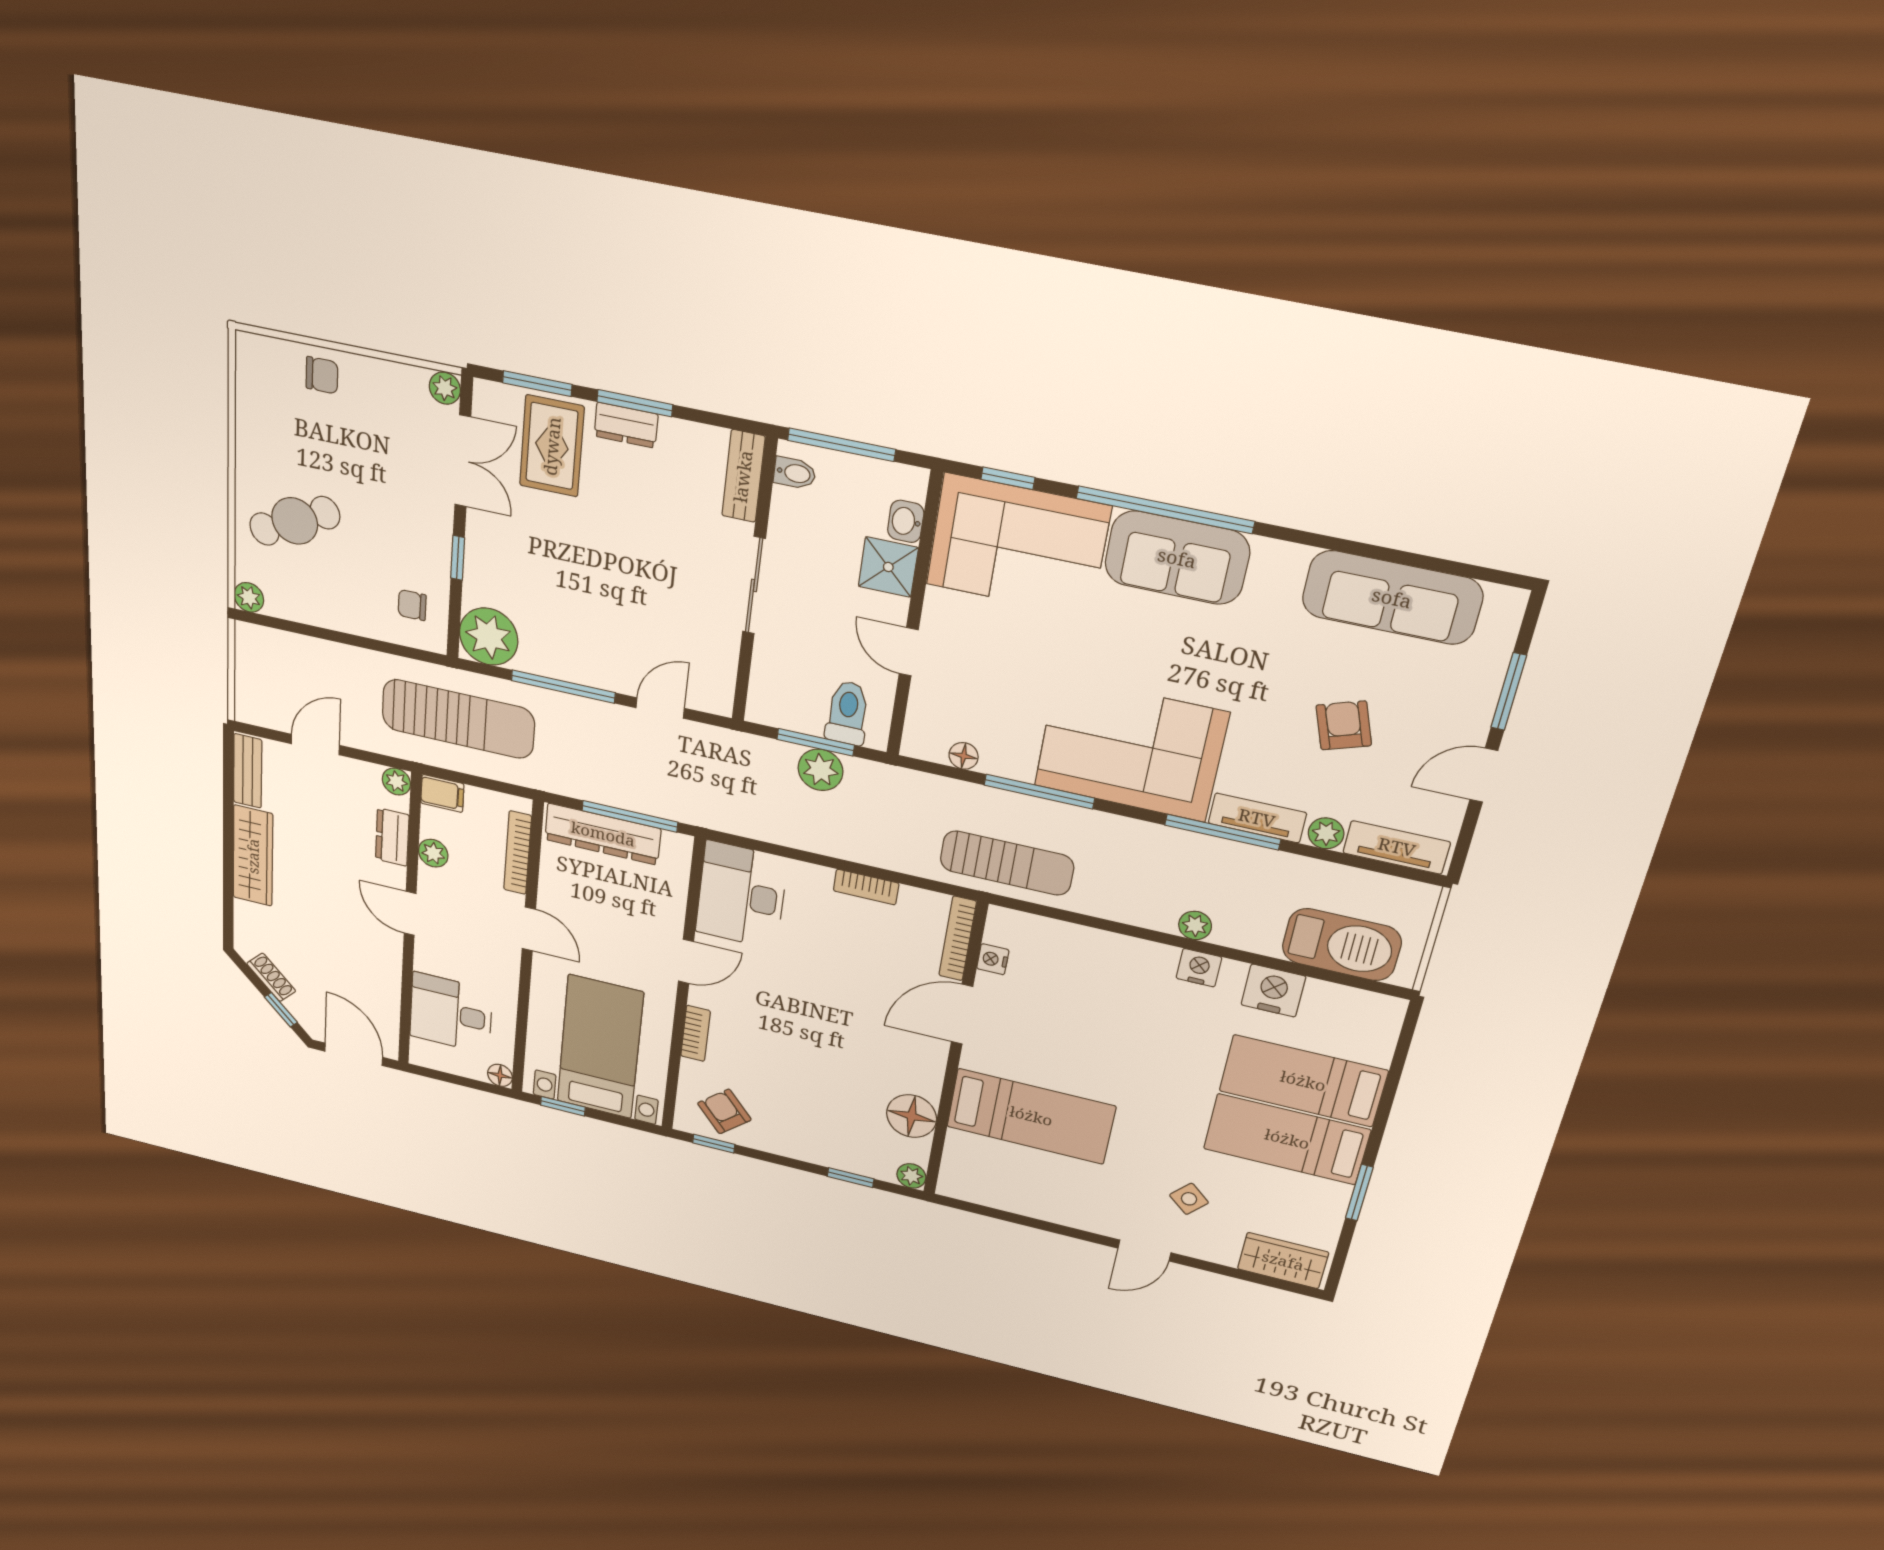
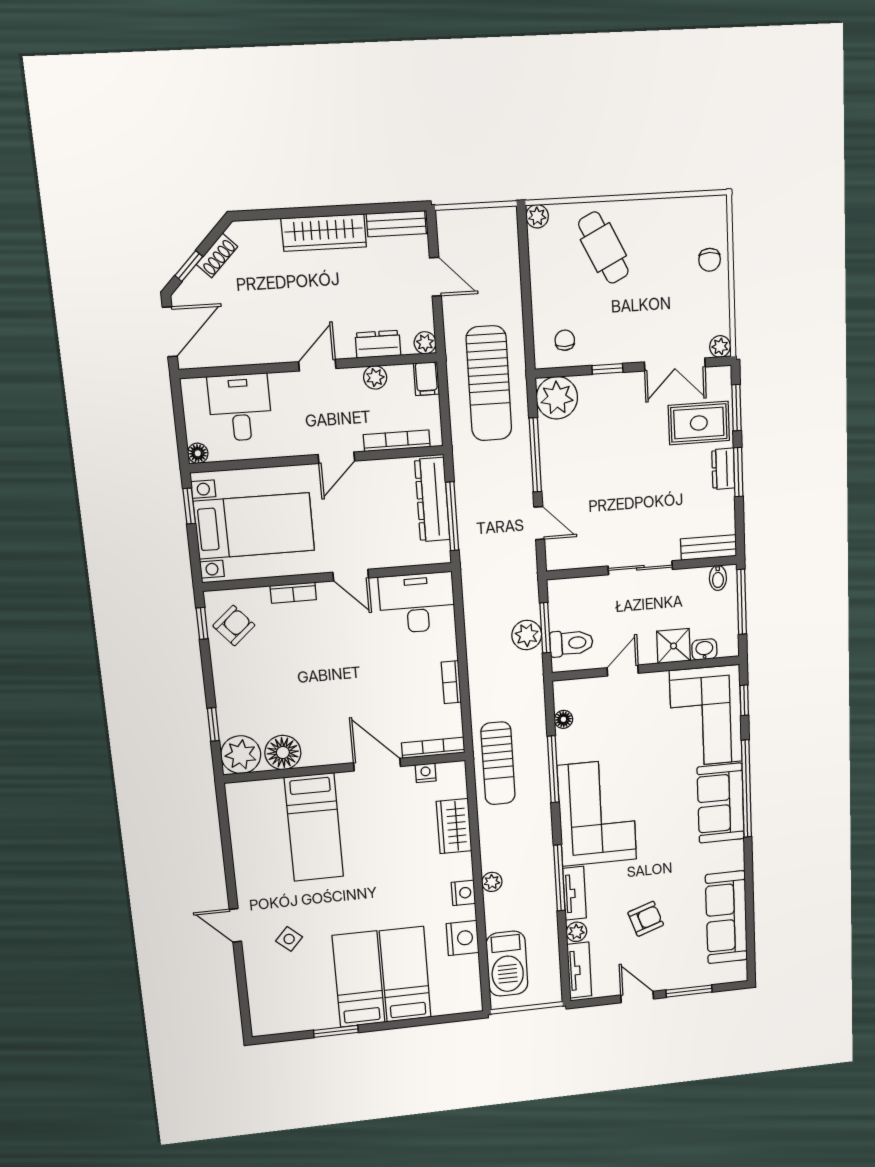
plant: (911, 1176) -> (241, 755), width x1.88, depth x1.88
wardrobe: (1283, 1261) -> (454, 826), moved, turned 180

